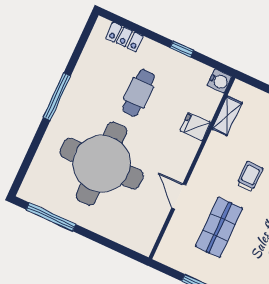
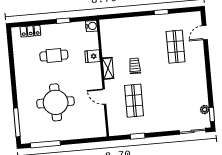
cafe table: (139, 93) -> (54, 56), turned 90
window: (57, 97) -> (17, 122), moved
shelving: (227, 116) -> (108, 68), moved
round table: (102, 164) -> (56, 102), width x0.73, depth x0.73

